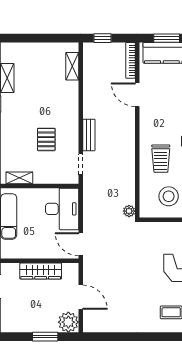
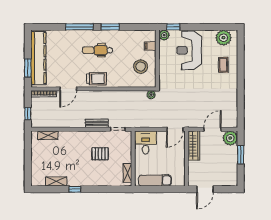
trolley: (161, 159) -> (97, 79), moved
desk: (62, 209) -> (146, 142), width x0.73
wardrobe: (41, 271) -> (194, 146), moved

